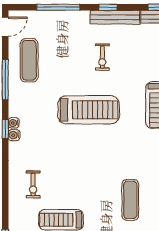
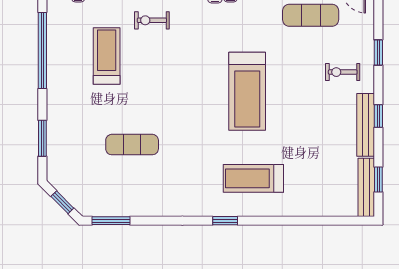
window: (58, 7) -> (378, 52), width x0.46
exercise bike: (102, 57) -> (343, 72), moved

